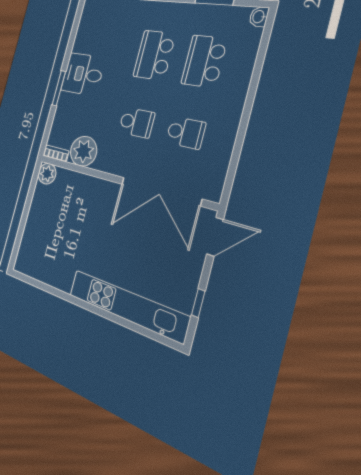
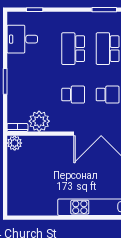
desk: (83, 74) -> (22, 39), moved

